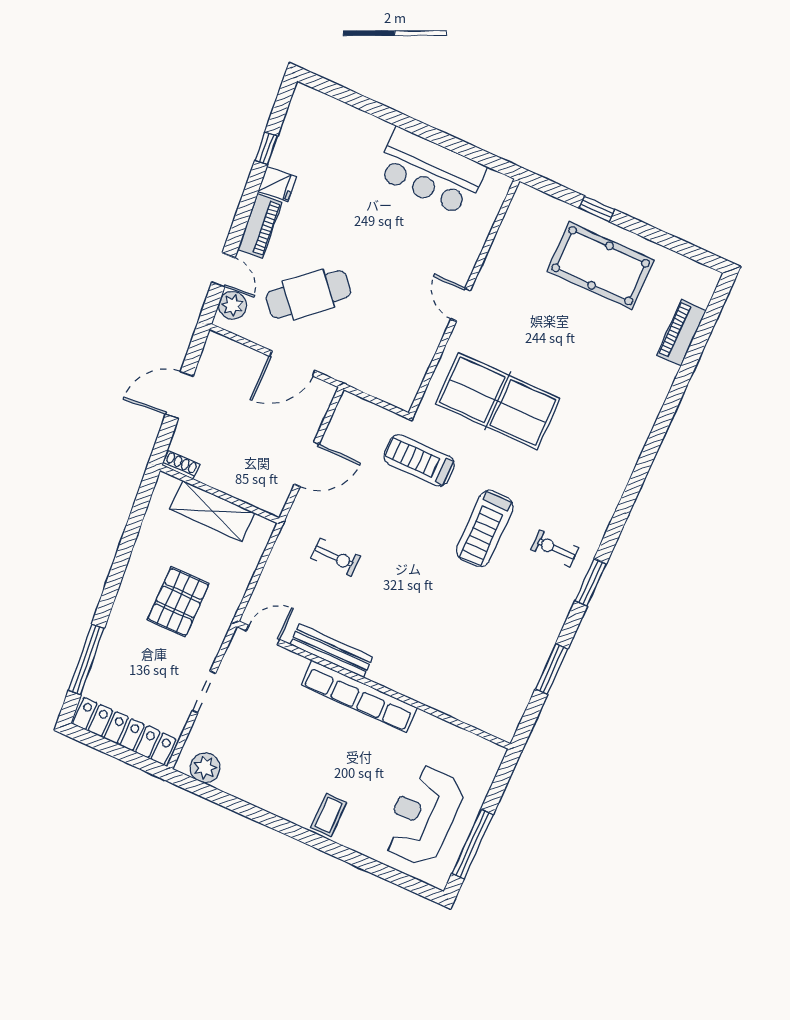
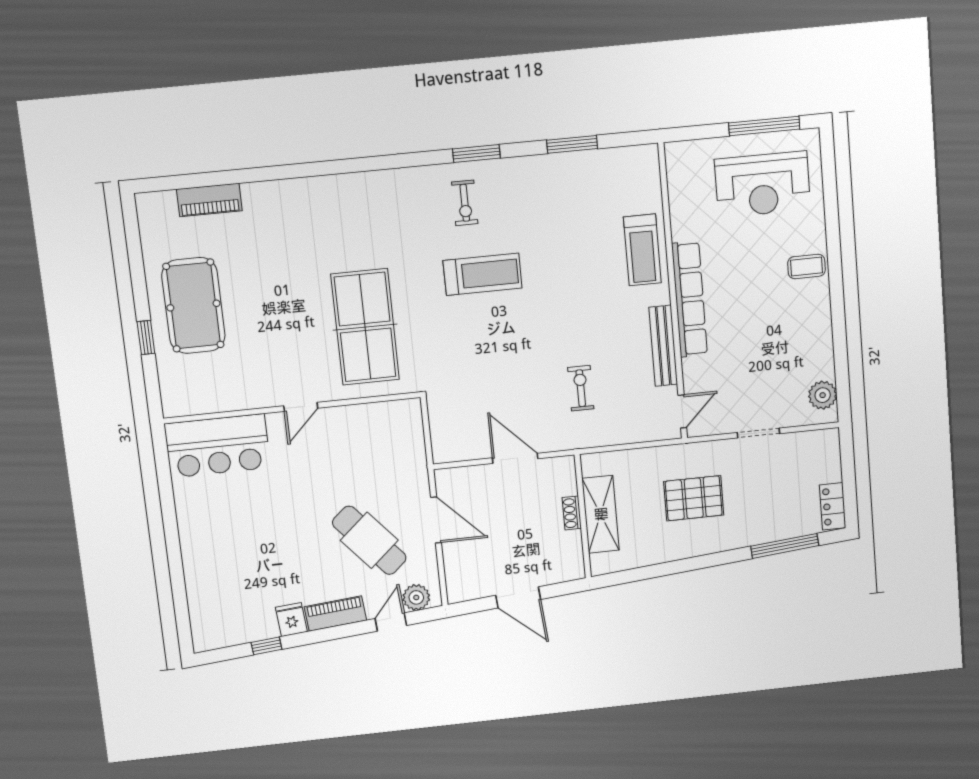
bar counter: (431, 171) -> (217, 446), moved, turned 90
treadmill: (419, 460) -> (642, 250), moved
shoe rack: (181, 465) -> (572, 513), moved
door: (263, 635) -> (682, 411), swing flipped
locker: (124, 731) -> (833, 506), width x0.46, depth x0.83

